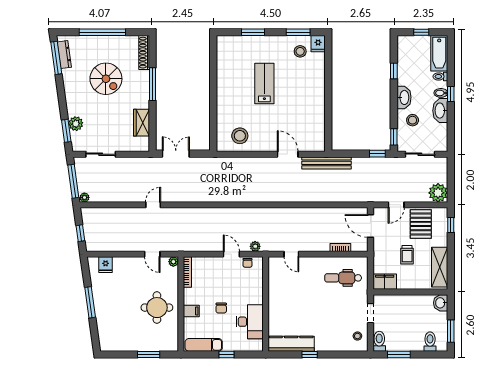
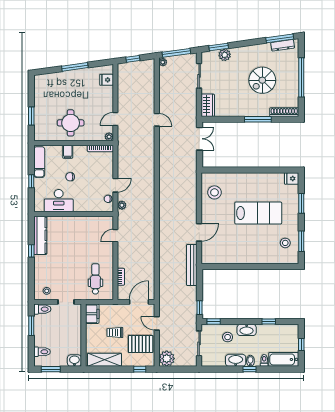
fridge: (318, 44) -> (292, 179), moved
lab bench: (264, 84) -> (258, 213), width x1.36, depth x1.39
wardrobe: (142, 123) -> (208, 105), moved, turned 90

